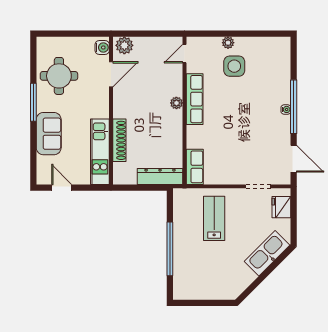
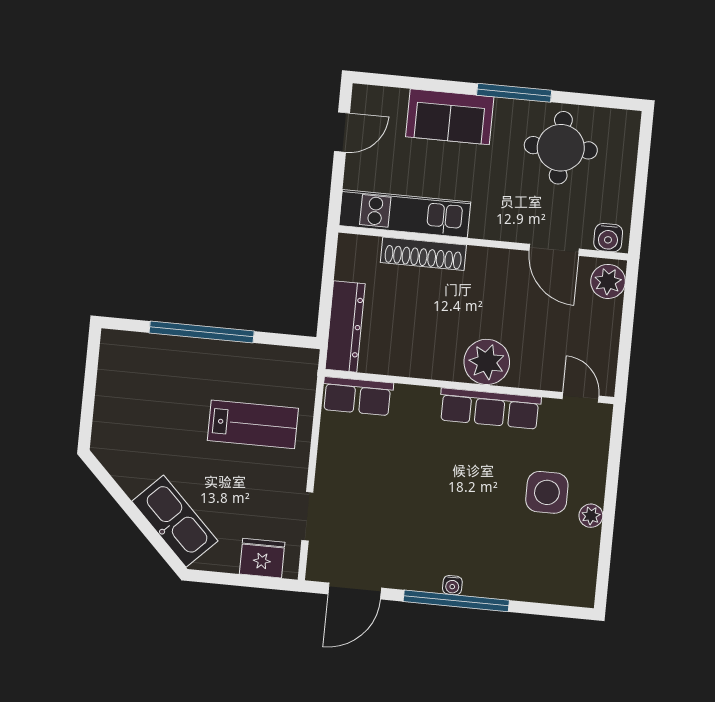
plant: (228, 43) -> (591, 516), moved
plant: (176, 103) -> (487, 362), width x1.88, depth x1.88

